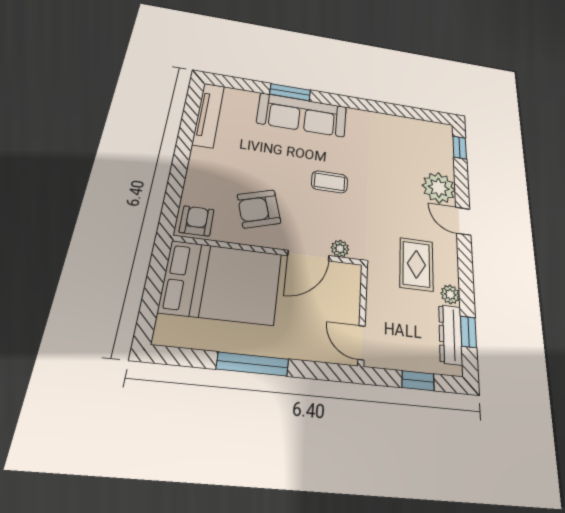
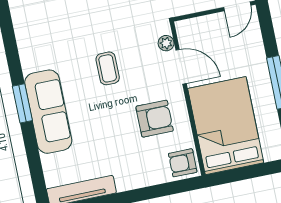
window: (290, 92) -> (22, 103), moved
armchair: (259, 209) -> (155, 119), turned -73

